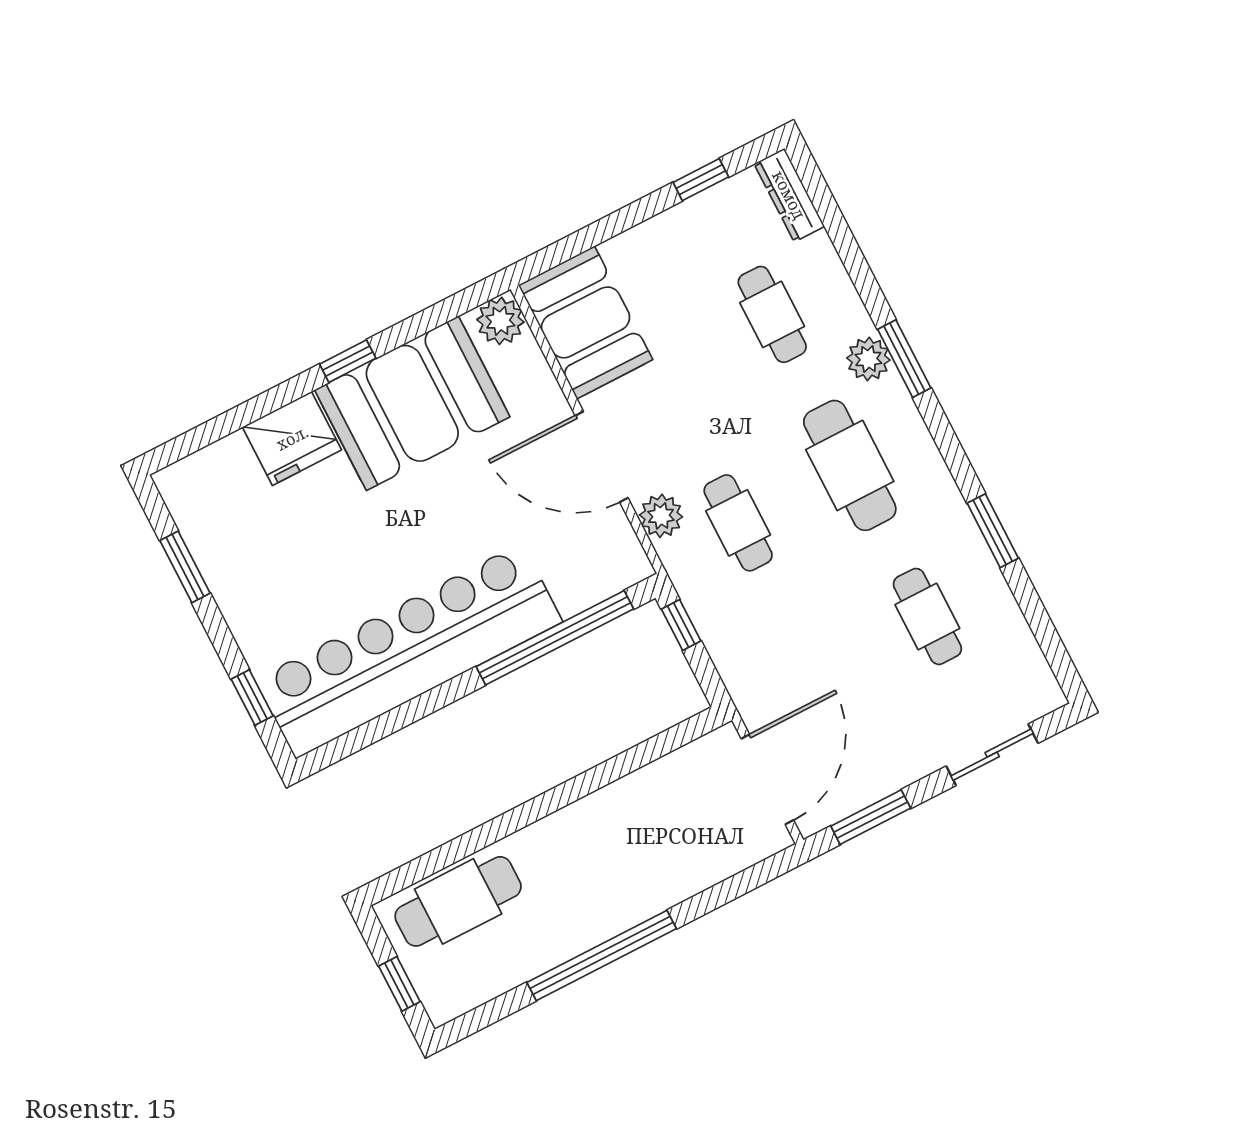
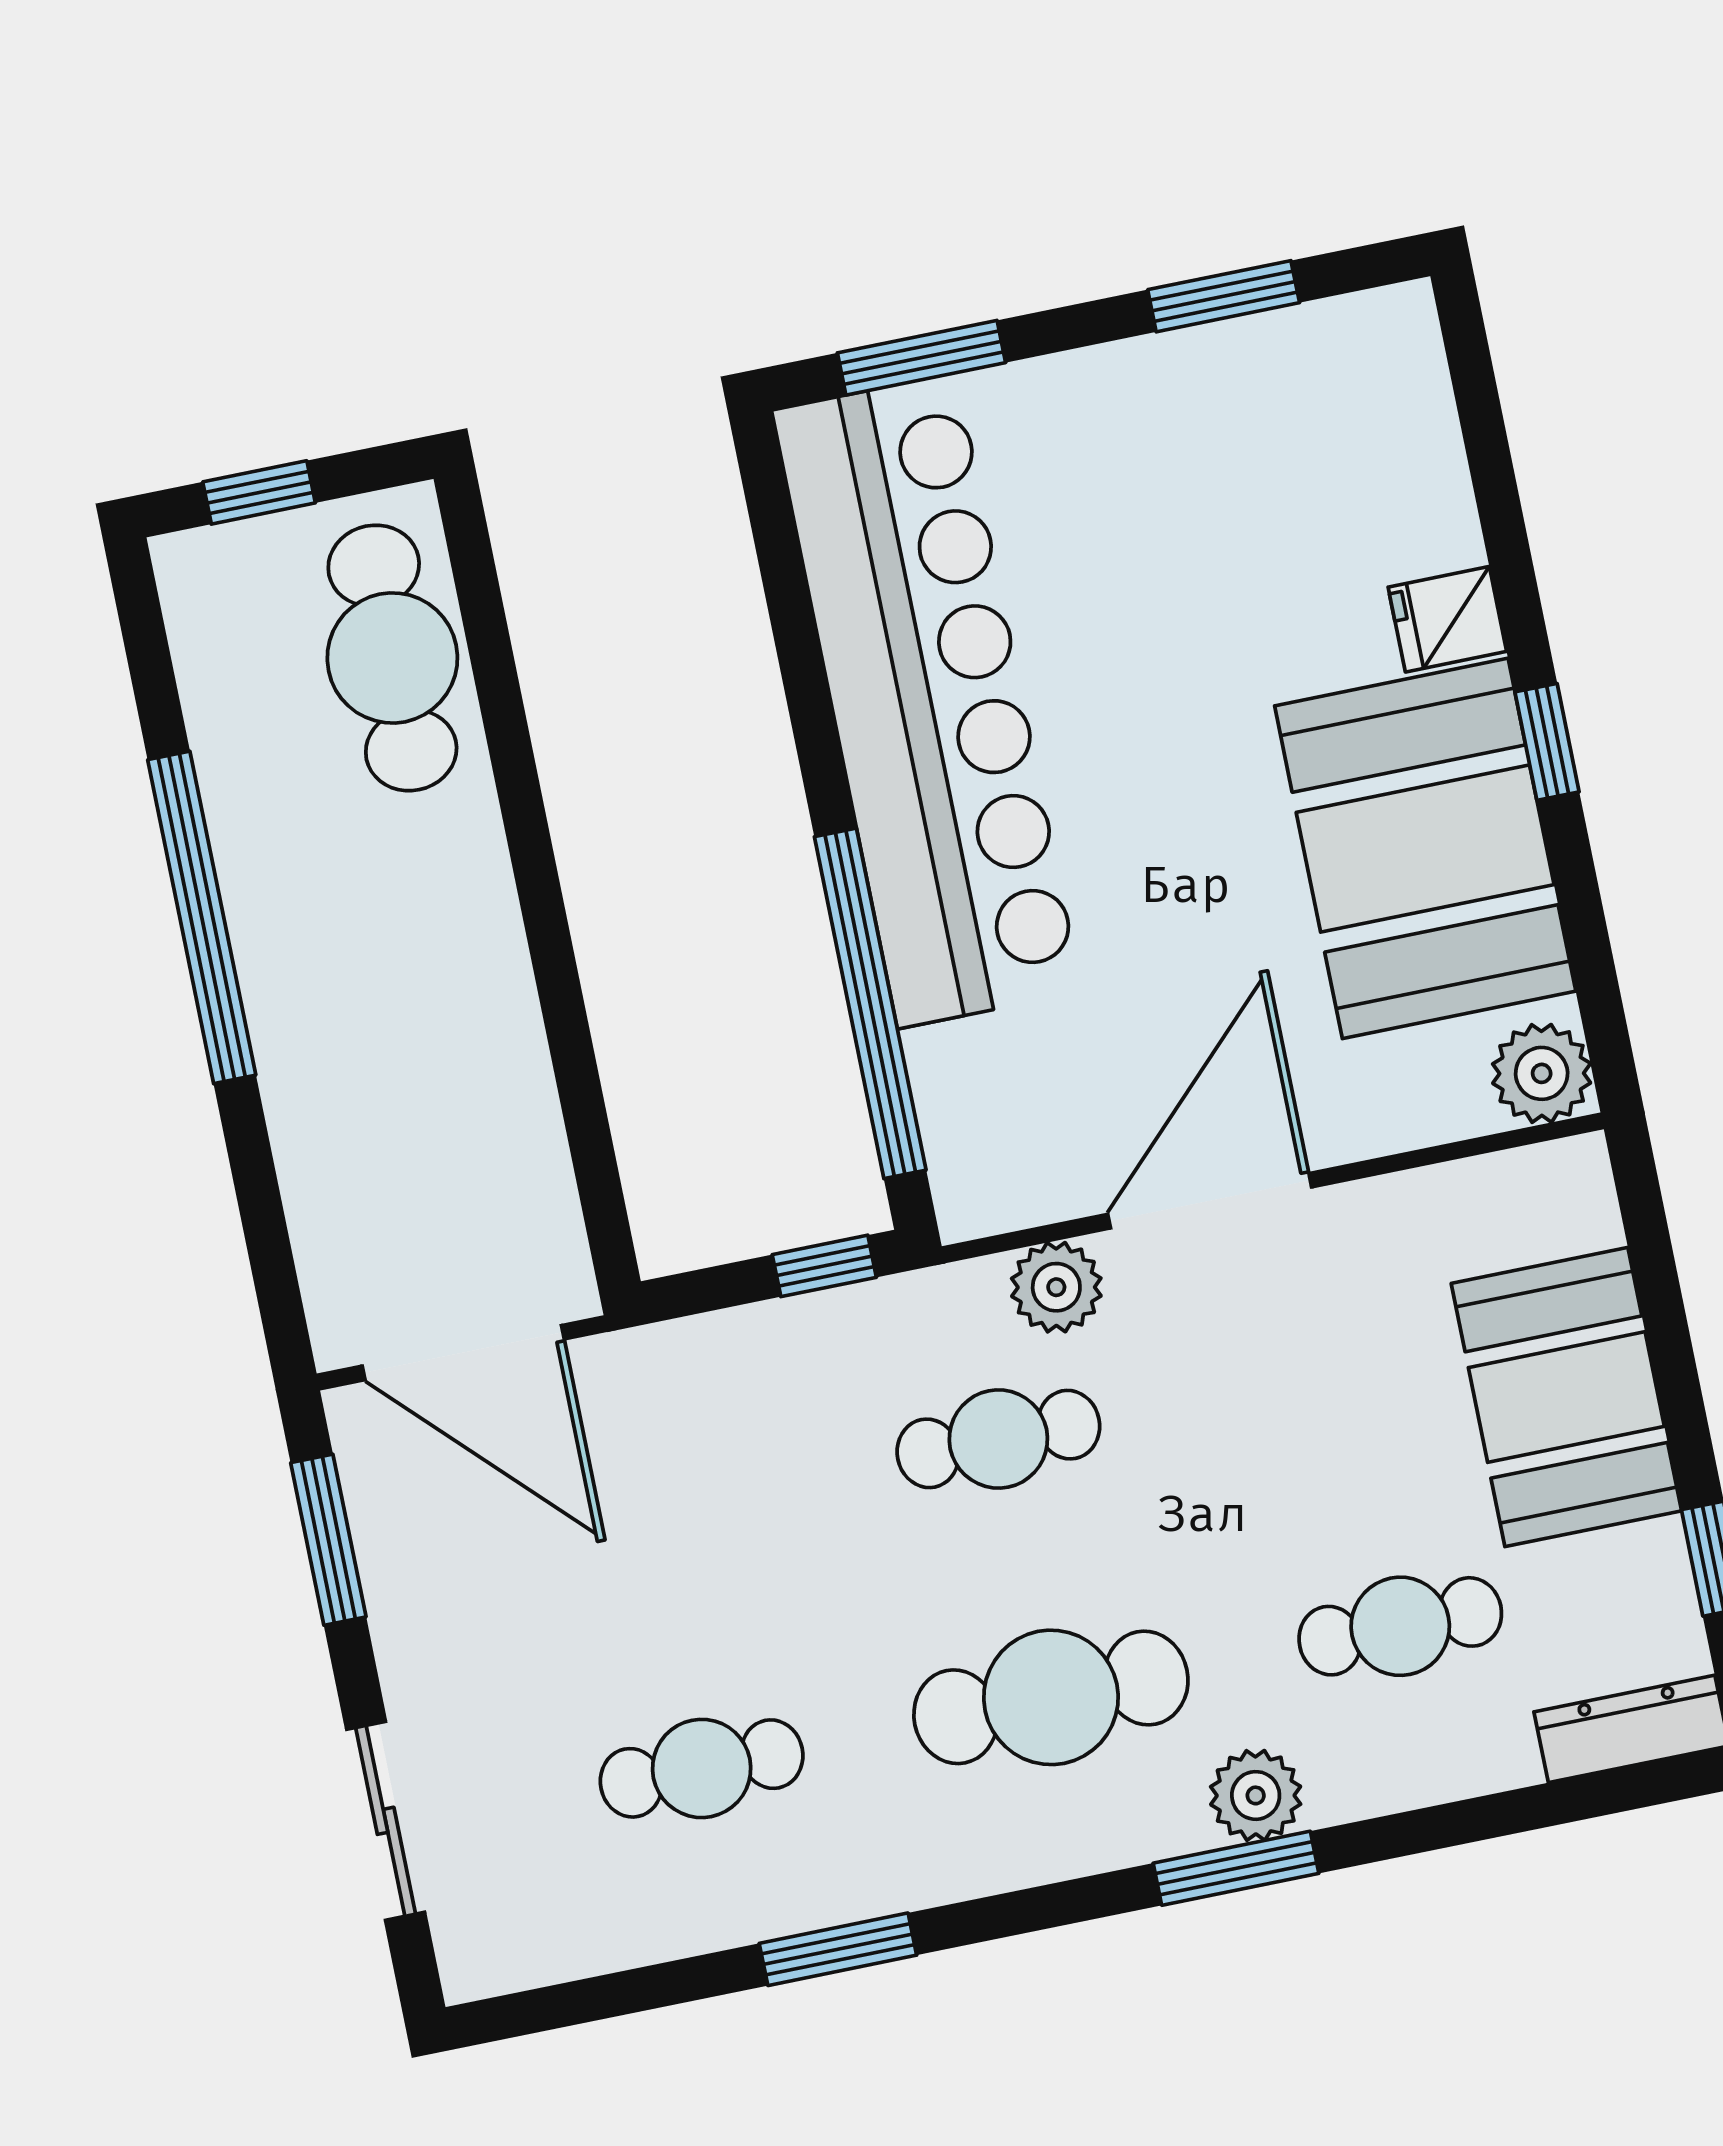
booth: (585, 322) -> (1566, 1397), moved, turned 90
fridge: (292, 438) -> (1447, 619), width x0.53, depth x0.75
window: (252, 698) -> (921, 358), width x1.50

